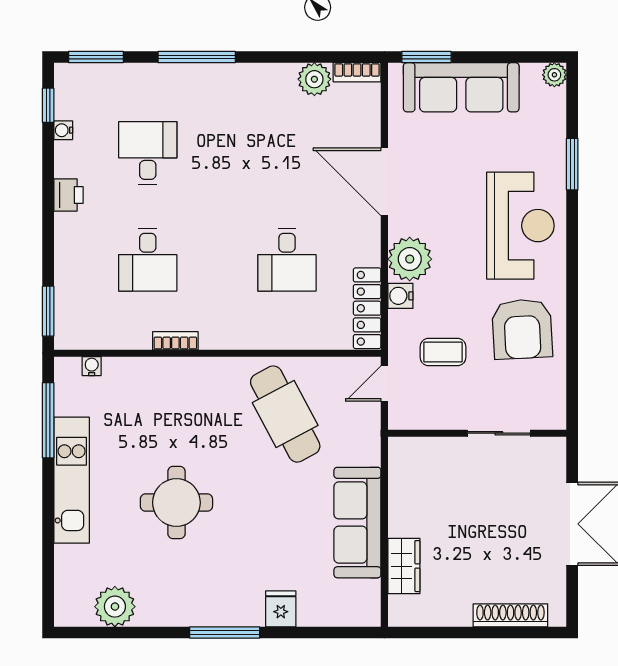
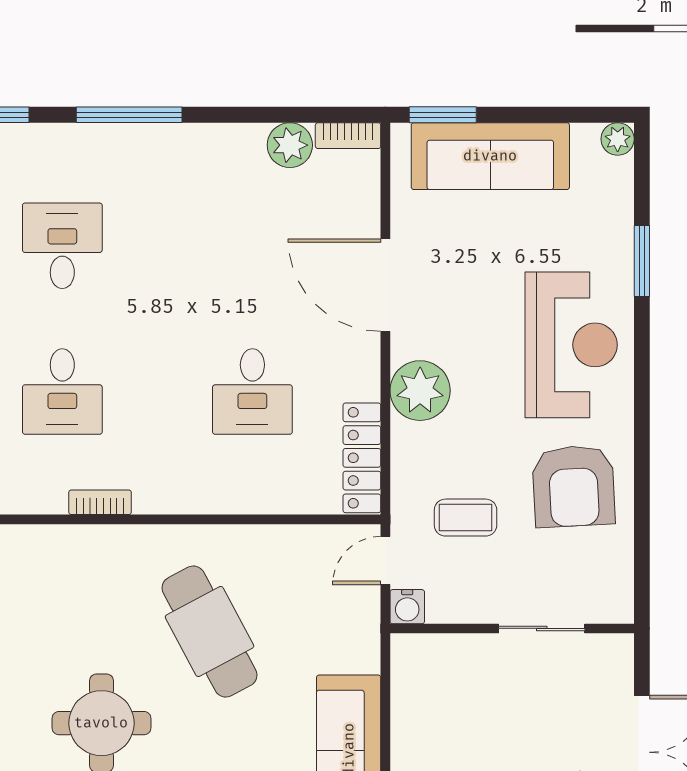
water cooler: (400, 296) -> (407, 607), moved, turned -90
cafe table: (285, 414) -> (210, 632), moved

